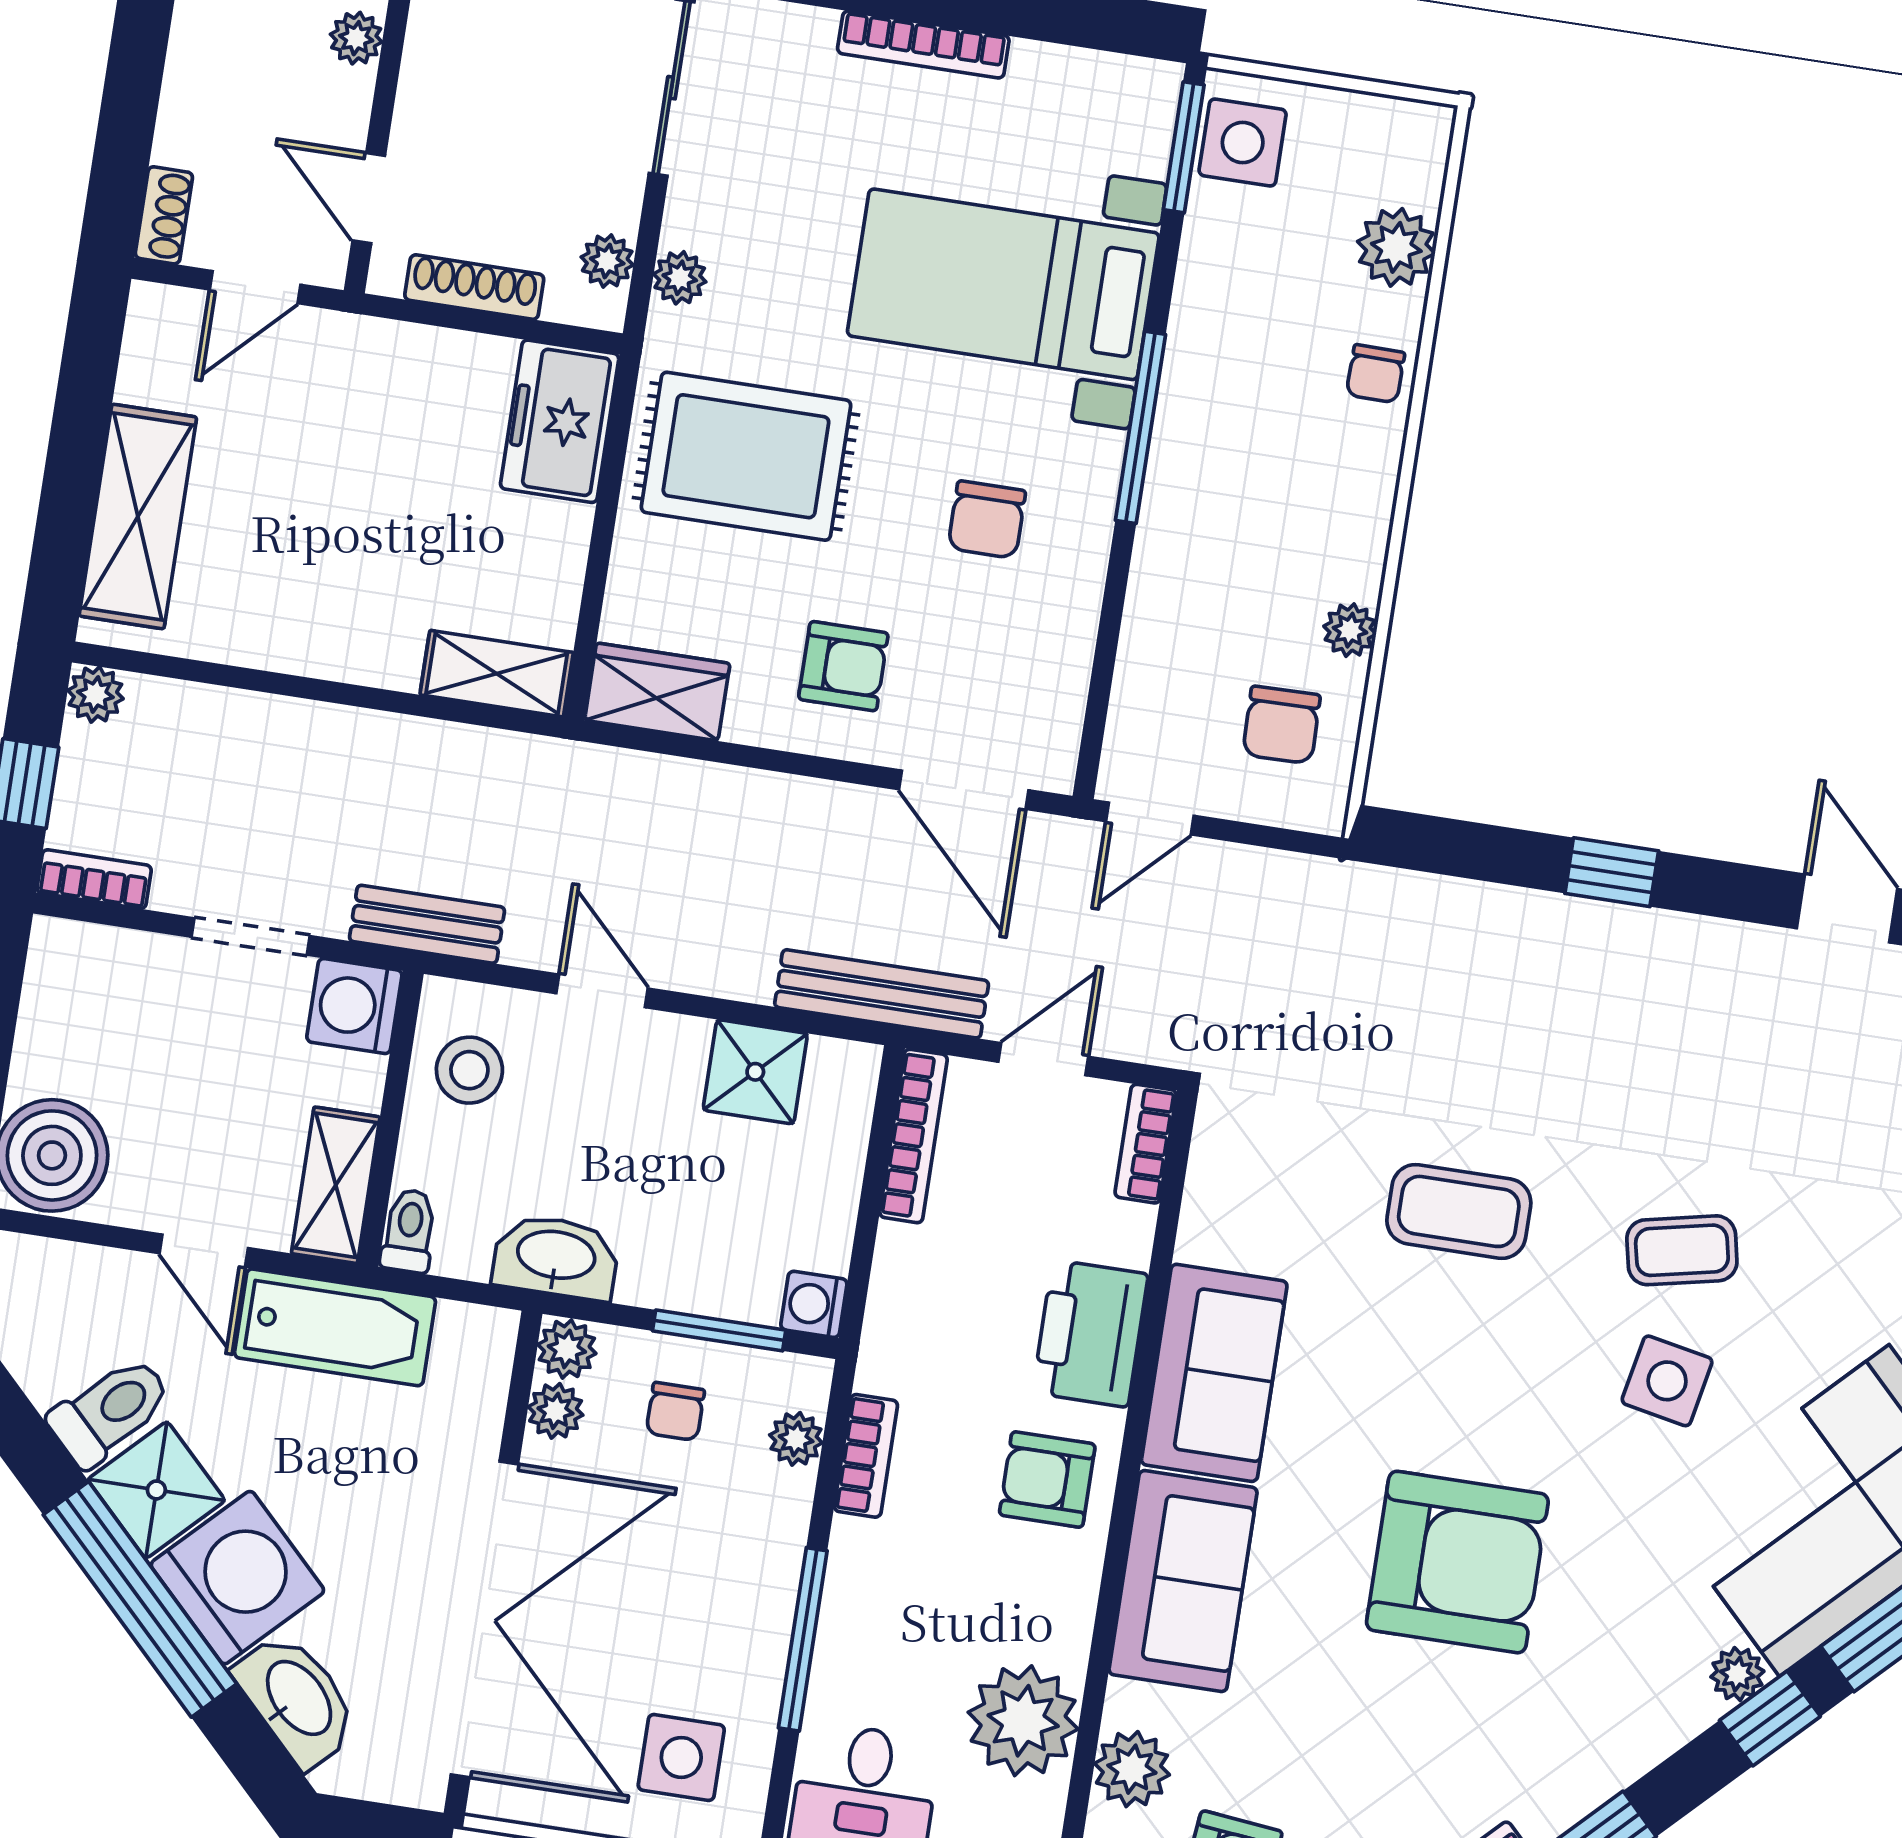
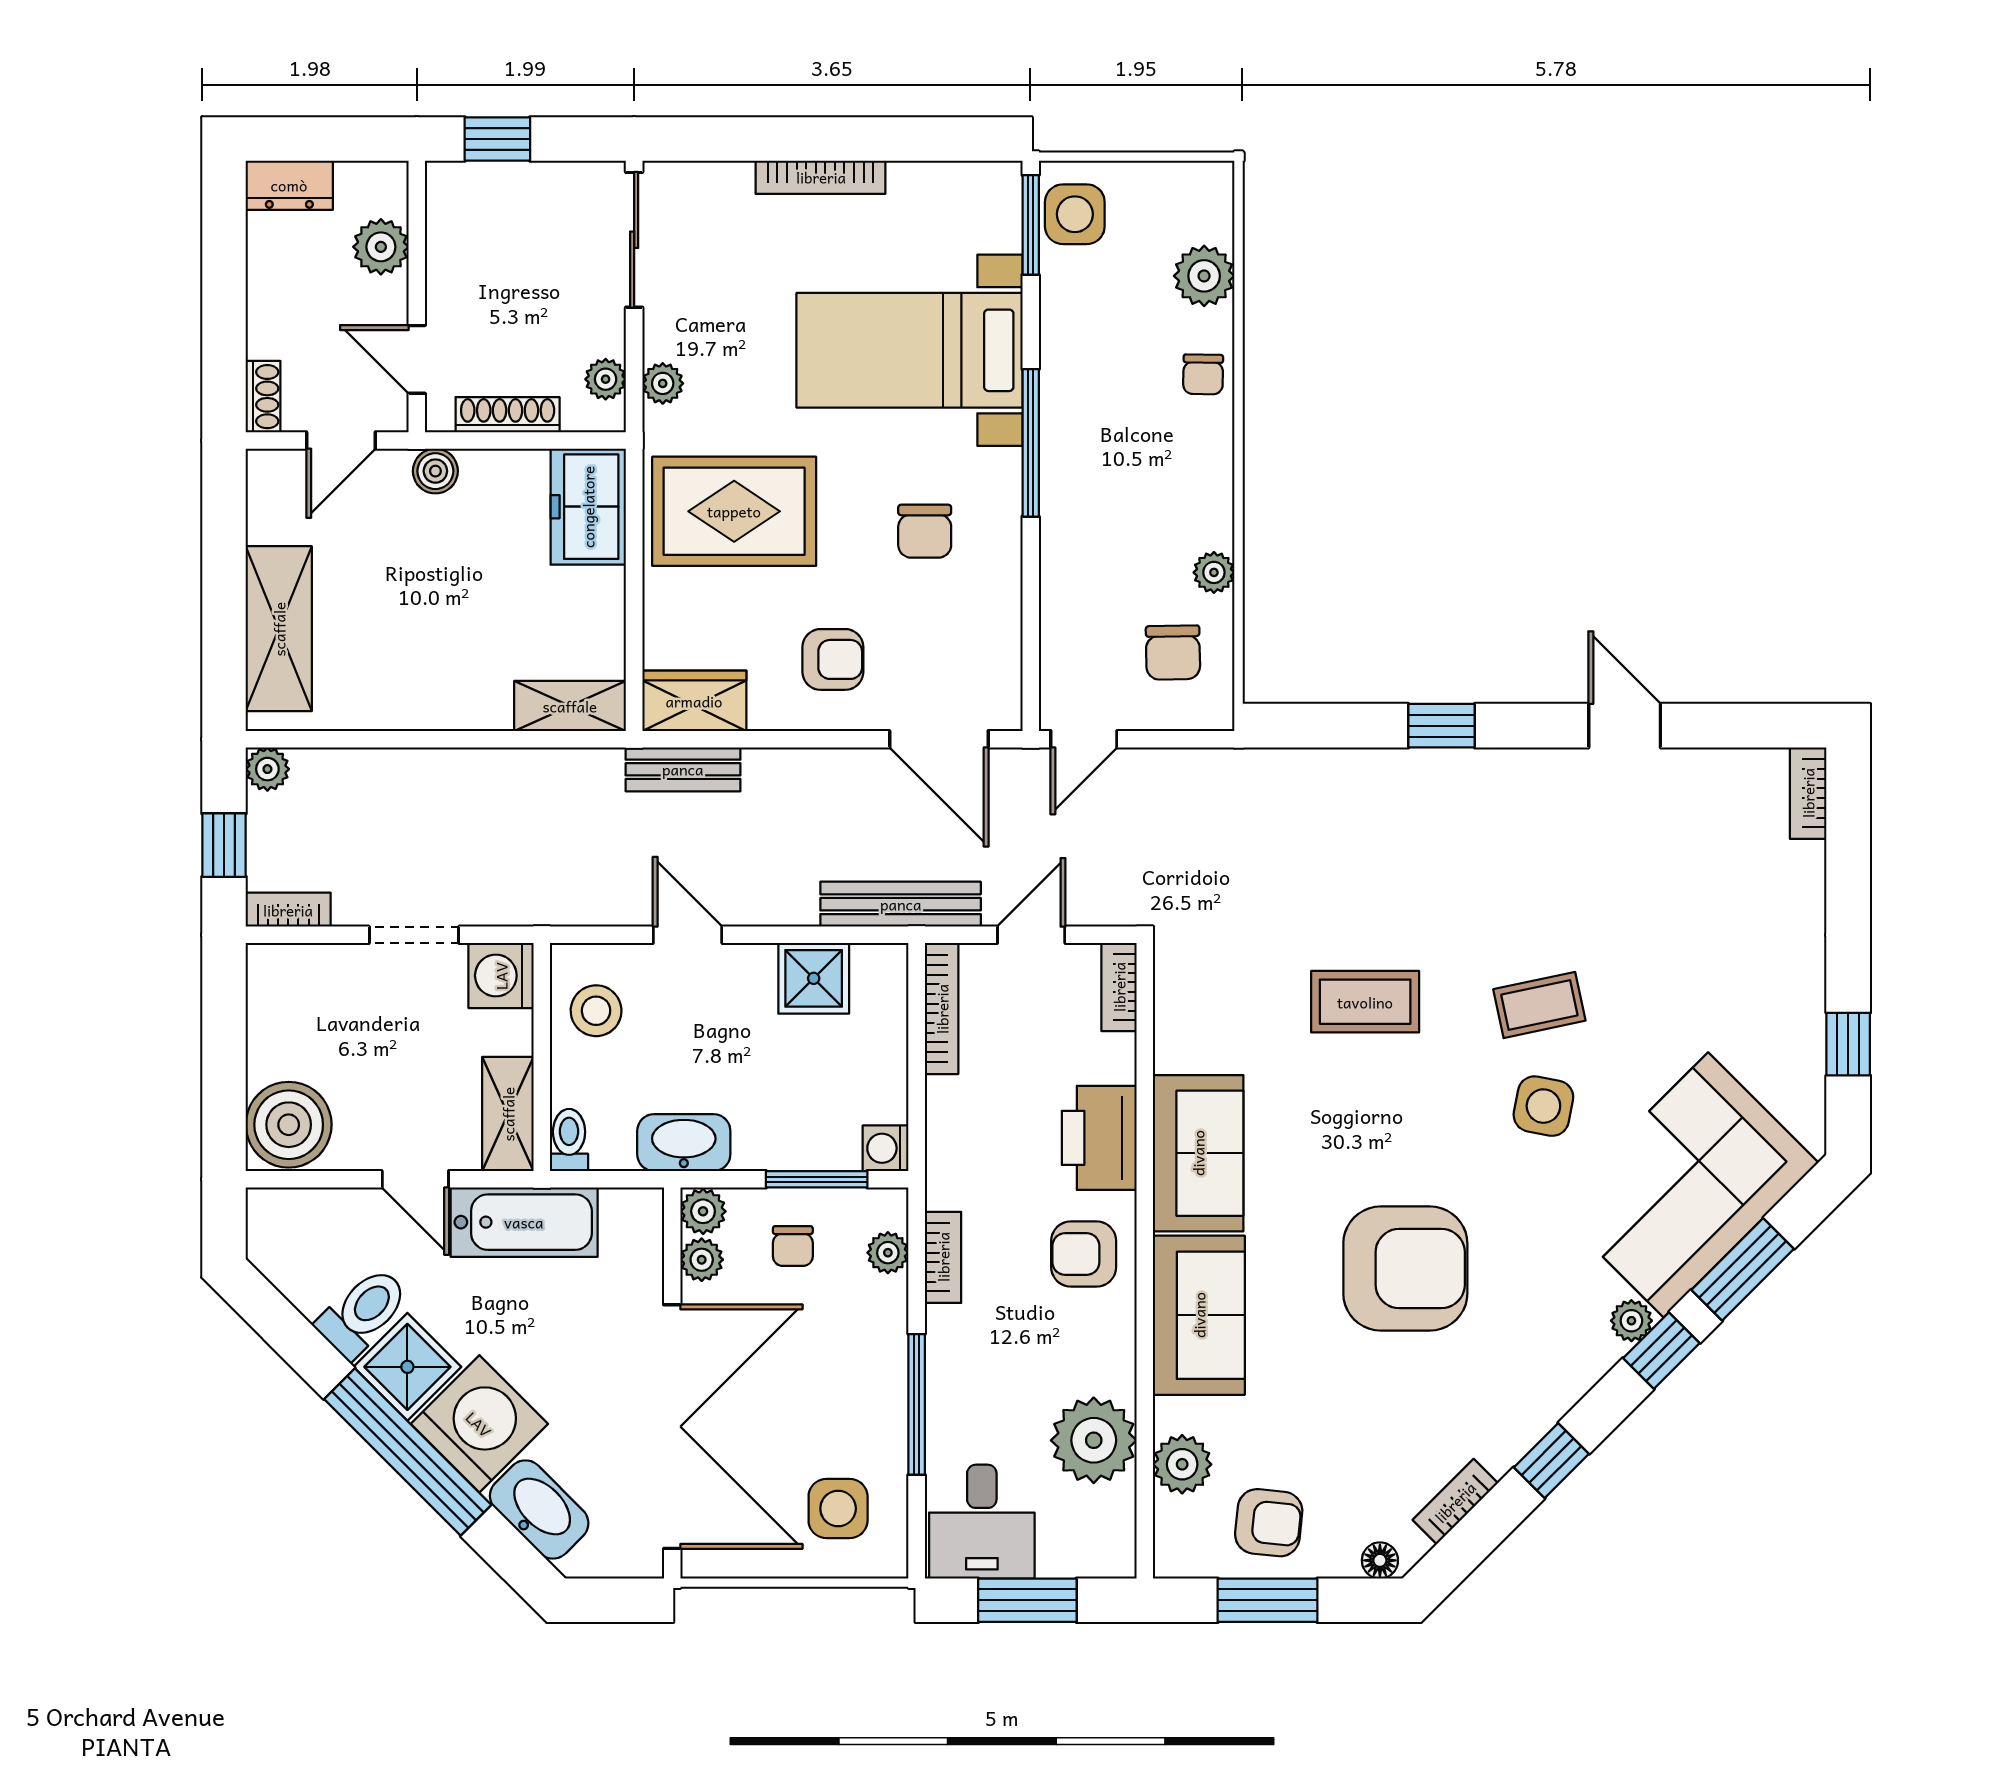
plant: (356, 38) -> (381, 247), width x1.38, depth x1.38
boiler: (370, 345) -> (435, 471), added
bench: (427, 924) -> (683, 769), moved

